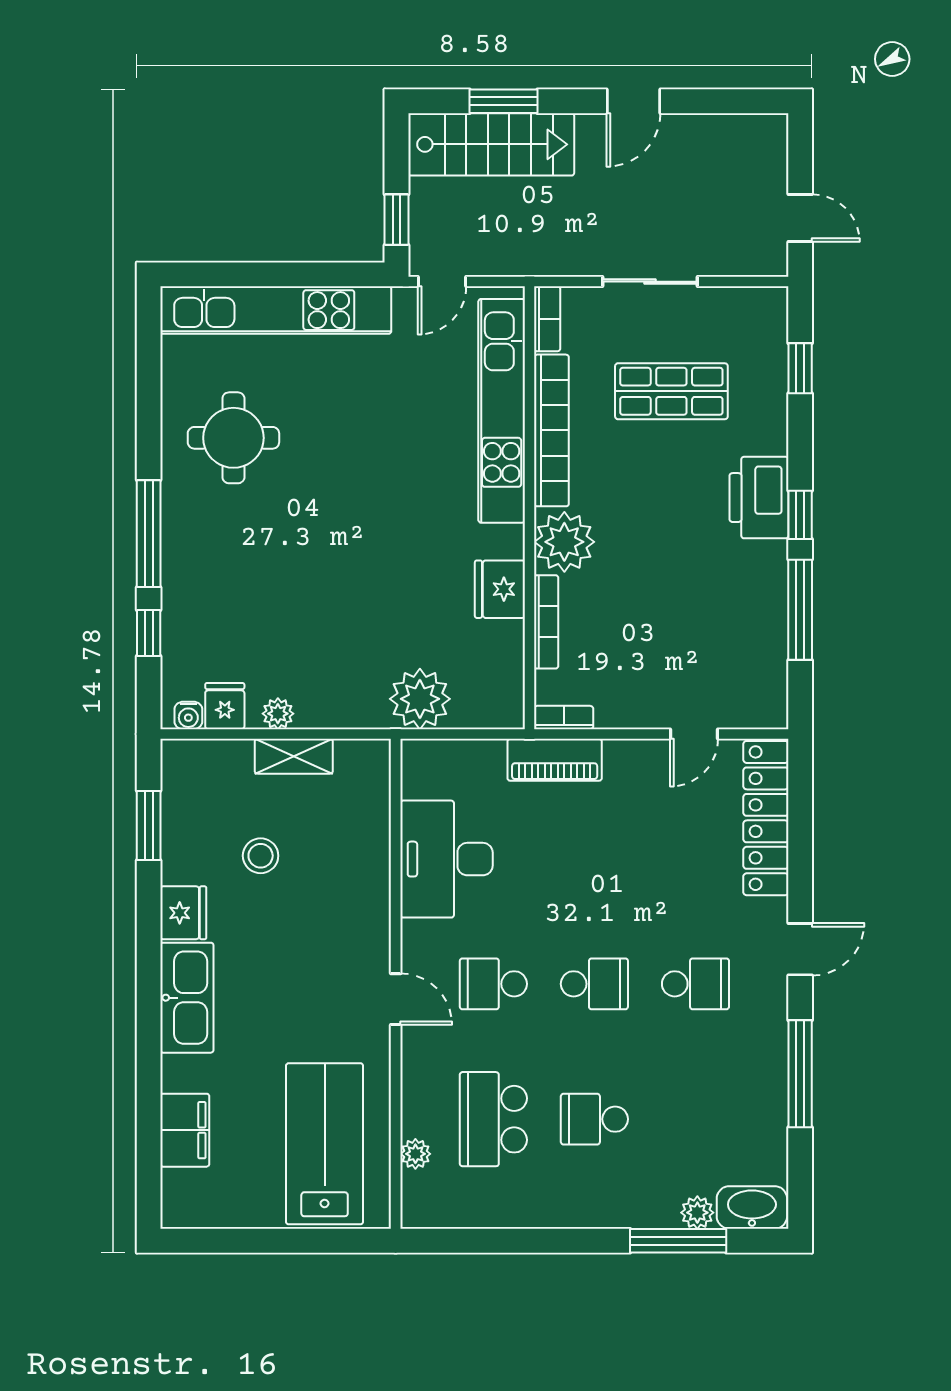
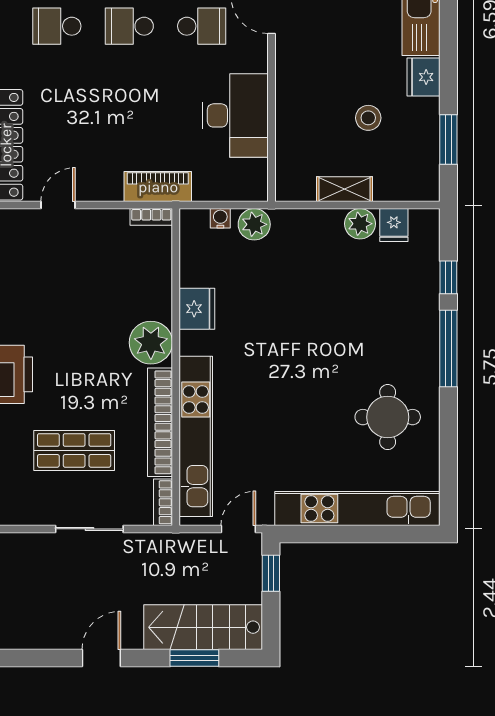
bookcase: (546, 622) -> (164, 285), removed
plant: (420, 699) -> (254, 224), width x0.73, depth x0.73
plant: (278, 714) -> (360, 224), width x1.38, depth x1.38
water cooler: (188, 715) -> (220, 218), moved

